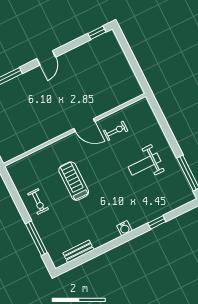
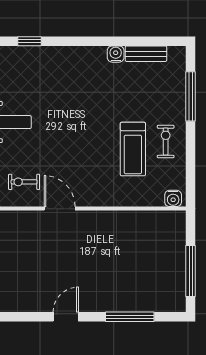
water cooler: (15, 168) -> (173, 198), added
treadmill: (74, 181) -> (133, 149), moved
water cooler: (124, 228) -> (116, 54), moved

